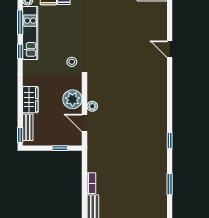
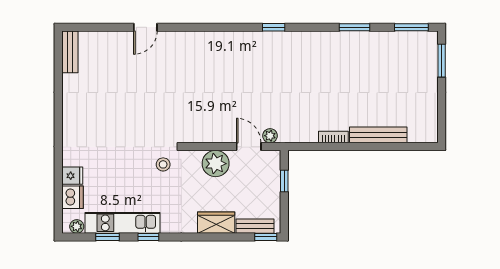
window: (20, 22) -> (108, 237), width x0.67
plant: (92, 106) -> (270, 136), moved
door: (85, 123) -> (249, 147), swing flipped
window: (170, 184) -> (354, 27), moved

